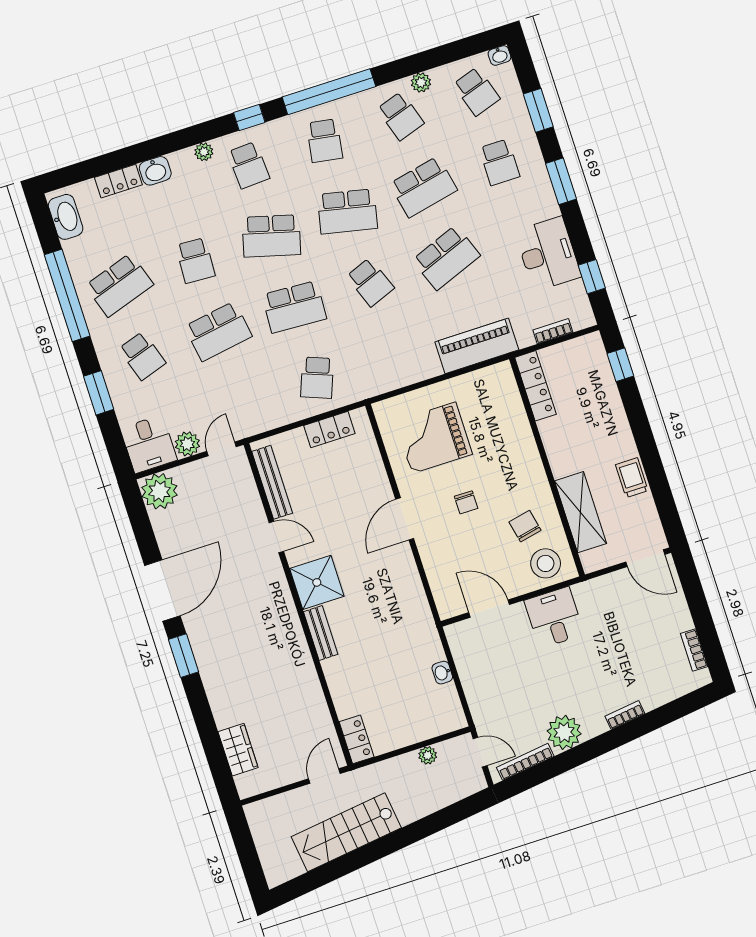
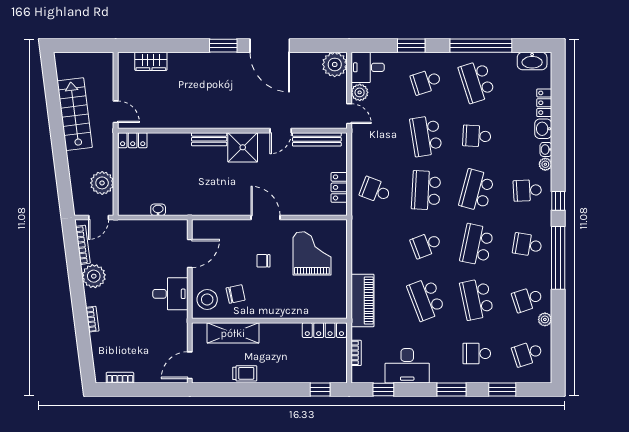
washbasin: (499, 55) -> (546, 149), moved
plant: (428, 755) -> (102, 183), width x1.87, depth x1.87

